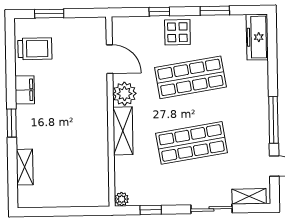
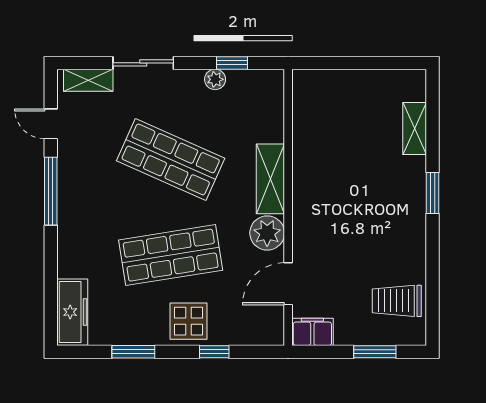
door: (110, 59) -> (288, 284), hinge flipped
filing cabinet: (25, 90) -> (312, 332), moved, turned 90
shop shelf: (192, 143) -> (171, 159), turned 33
plant: (122, 199) -> (215, 79), moved

